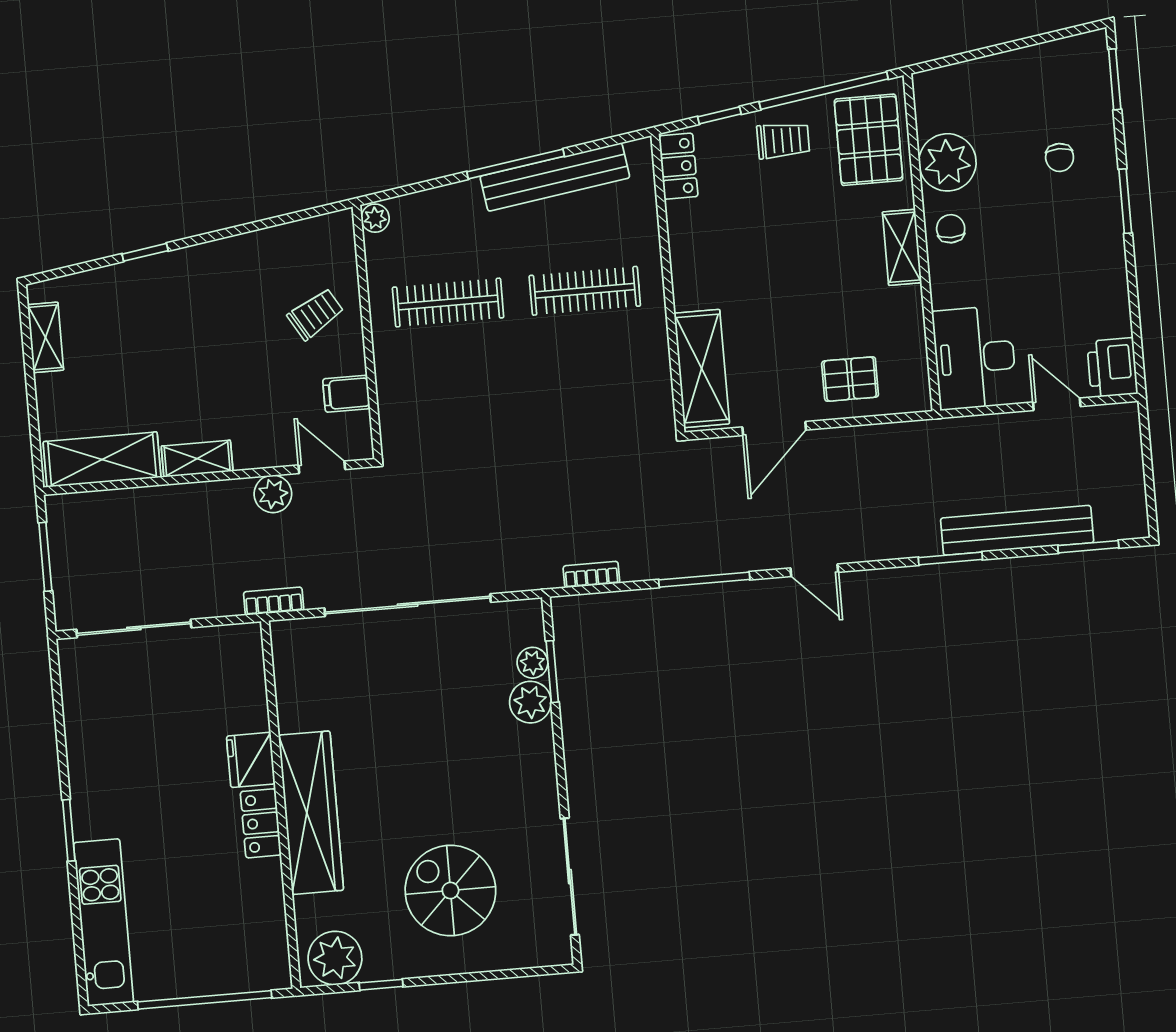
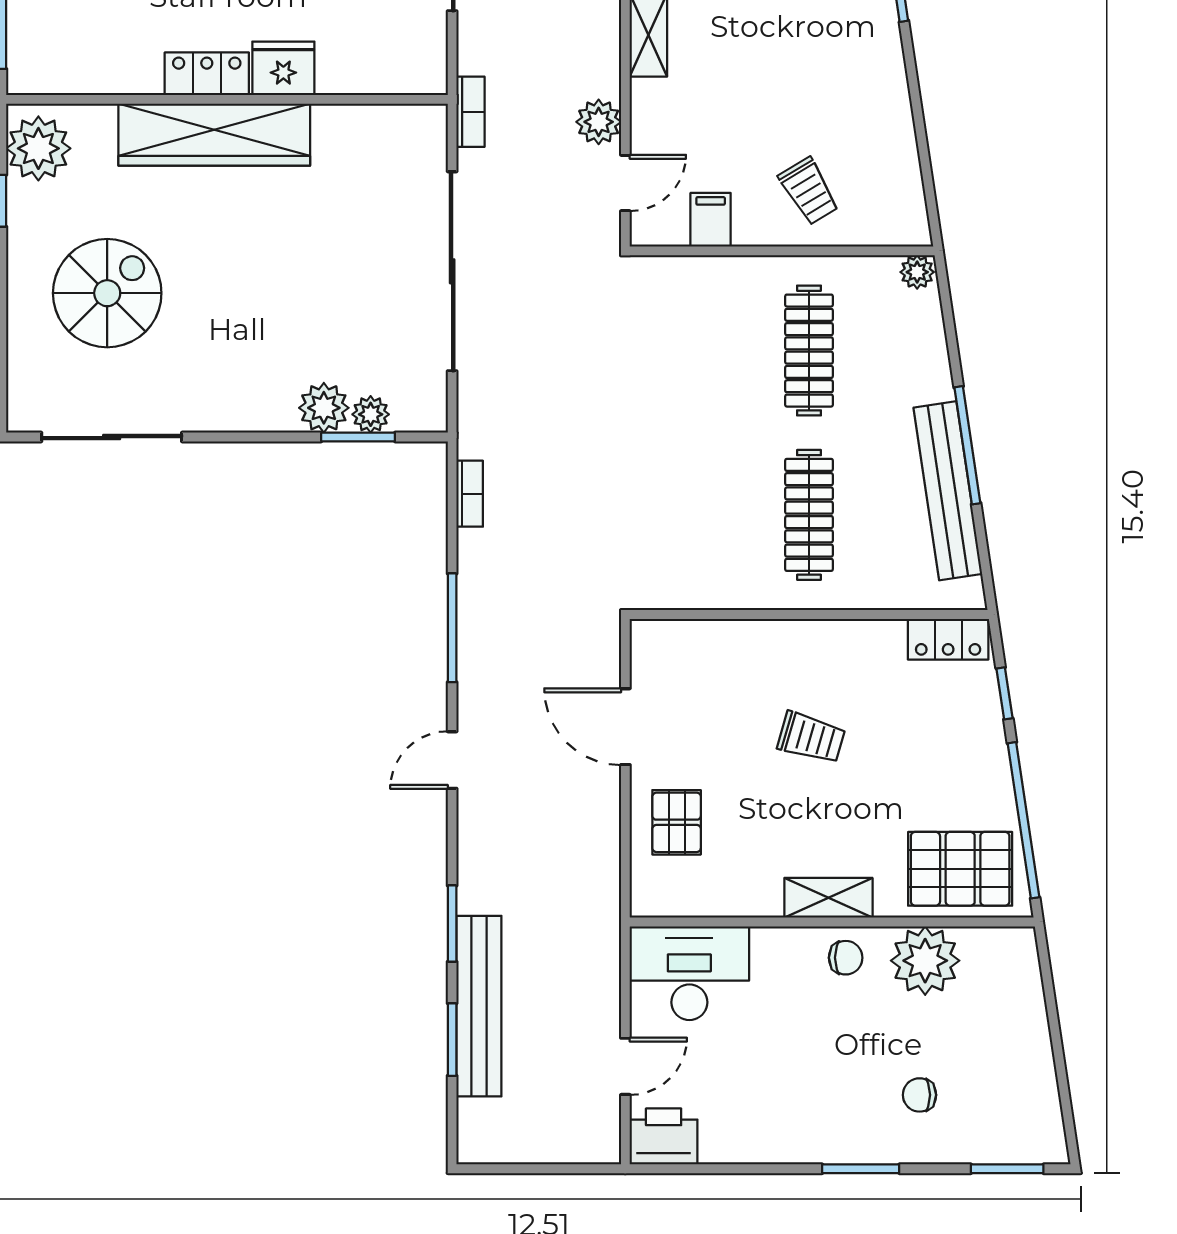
trolley: (783, 140) -> (811, 738), moved, turned -74
shelving: (702, 369) -> (704, 646), removed
window: (1088, 547) -> (452, 1040), moved

